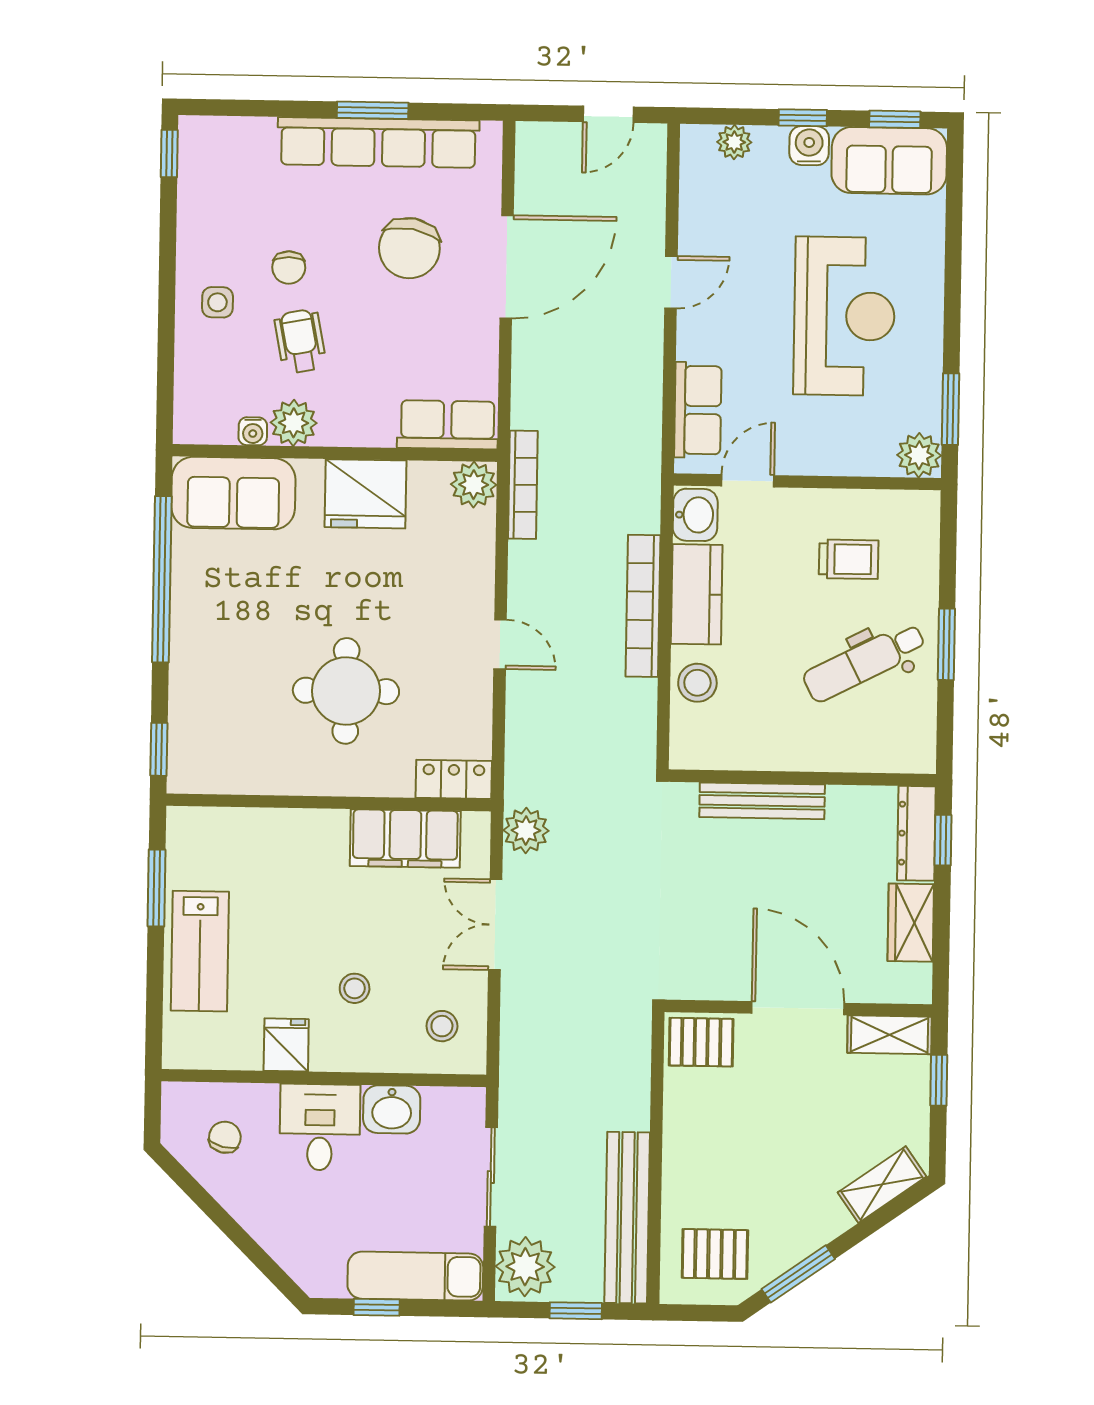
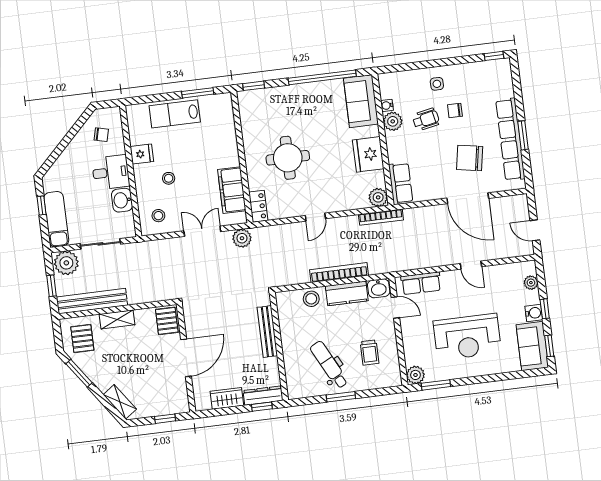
shelving: (889, 1035) -> (117, 319), moved, turned 90

